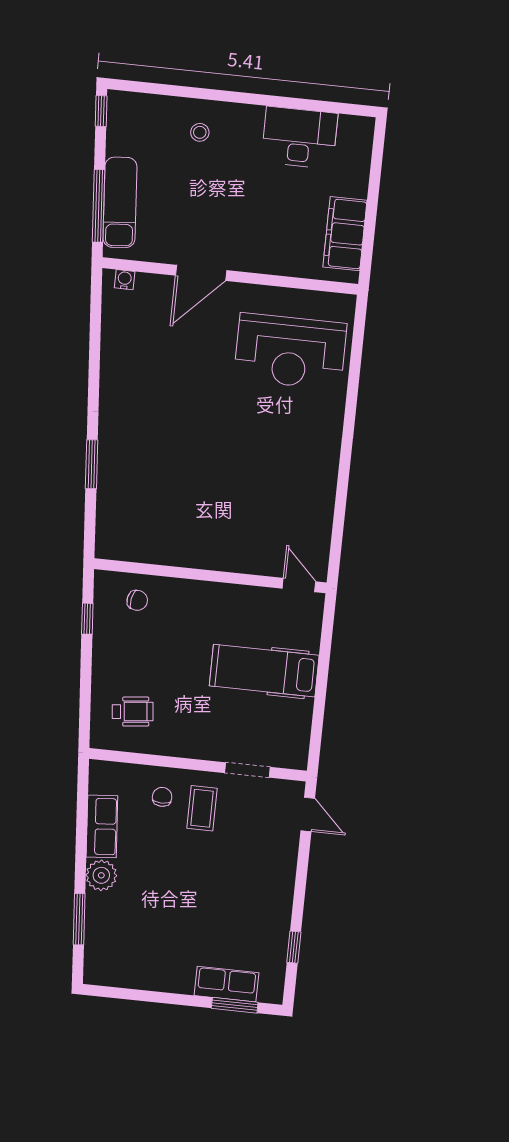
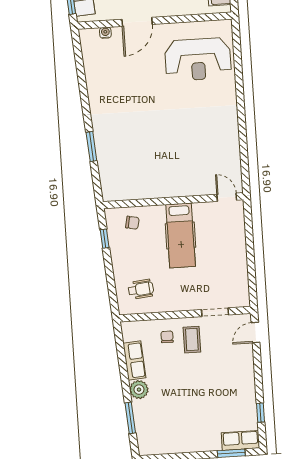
water cooler: (125, 280) -> (105, 33), moved
hospital bed: (264, 671) -> (181, 235), moved, turned -90
door: (308, 814) -> (255, 332), swing flipped
row of seats: (226, 984) -> (240, 440), moved

